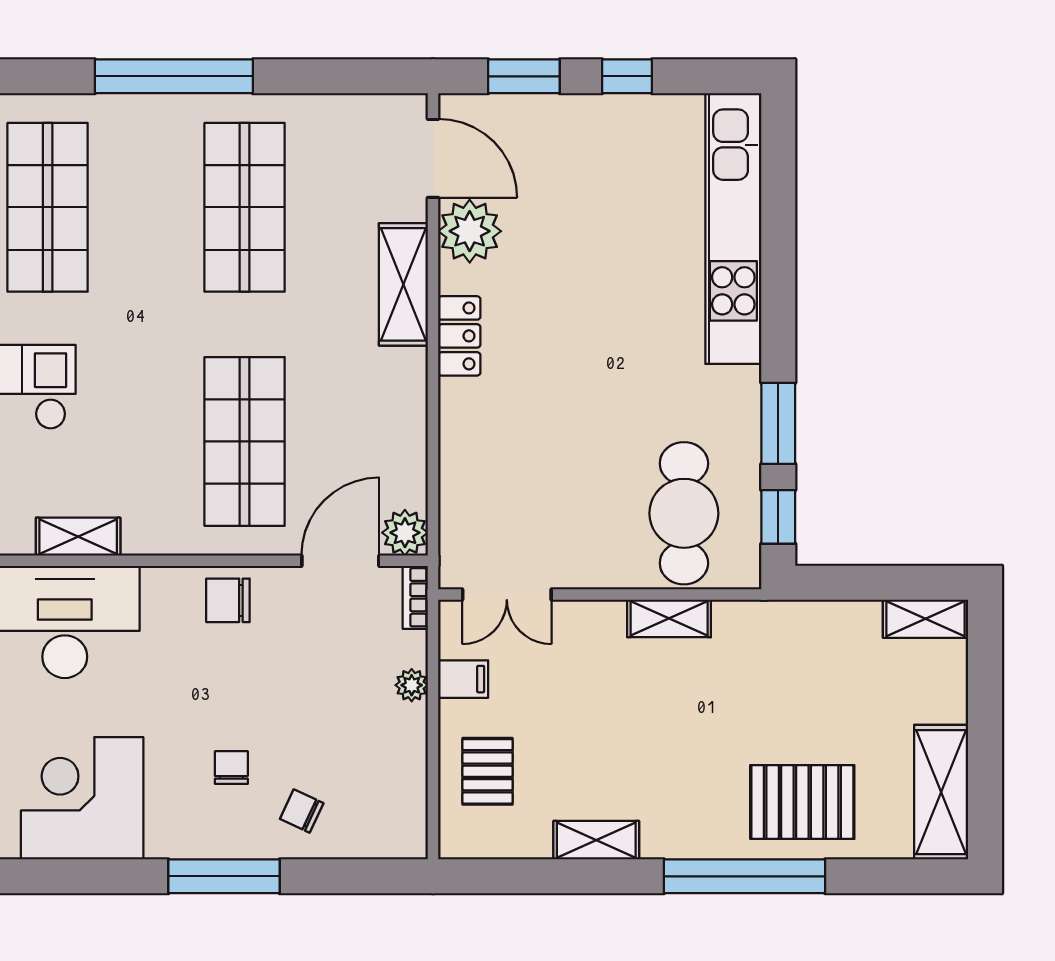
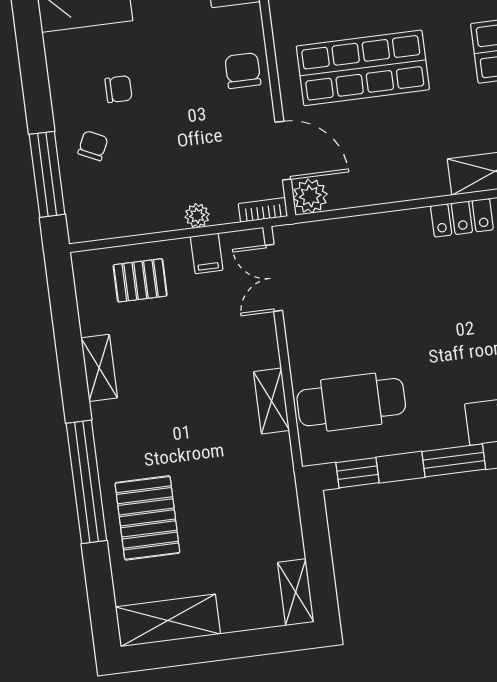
window: (778, 423) -> (454, 460), moved
window: (224, 876) -> (47, 174), moved

